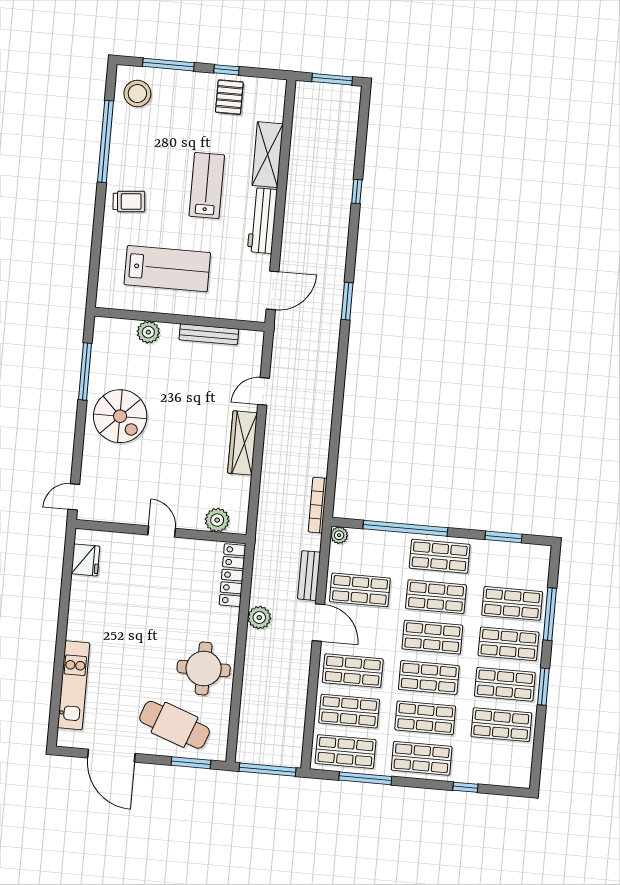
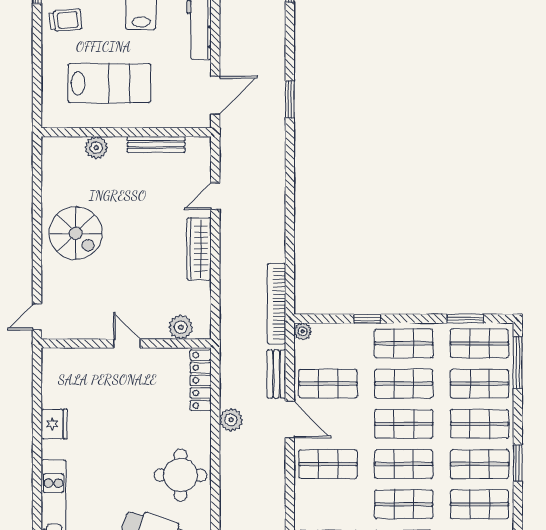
window: (85, 372) -> (37, 192), removed
bookcase: (318, 505) -> (276, 304), width x1.48, depth x1.31
window: (405, 528) -> (367, 319), width x0.32
fridge: (85, 560) -> (54, 424), moved
window: (550, 614) -> (518, 363), moved
shop shelf: (349, 711) -> (479, 343), moved

